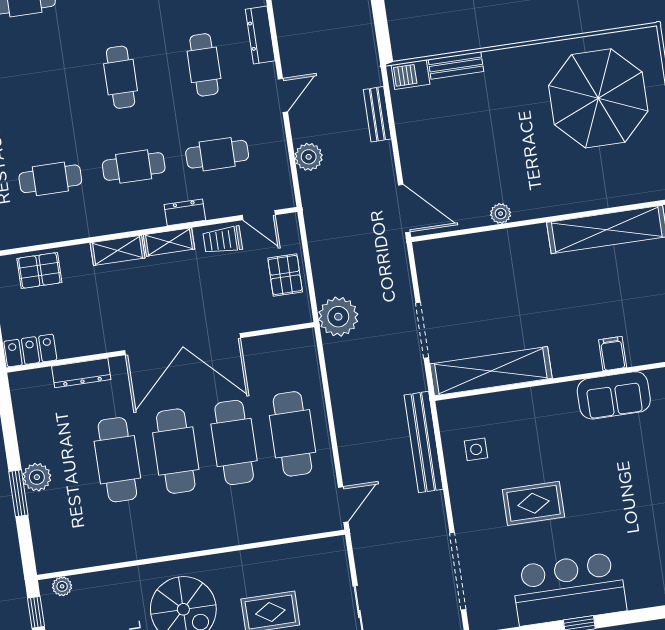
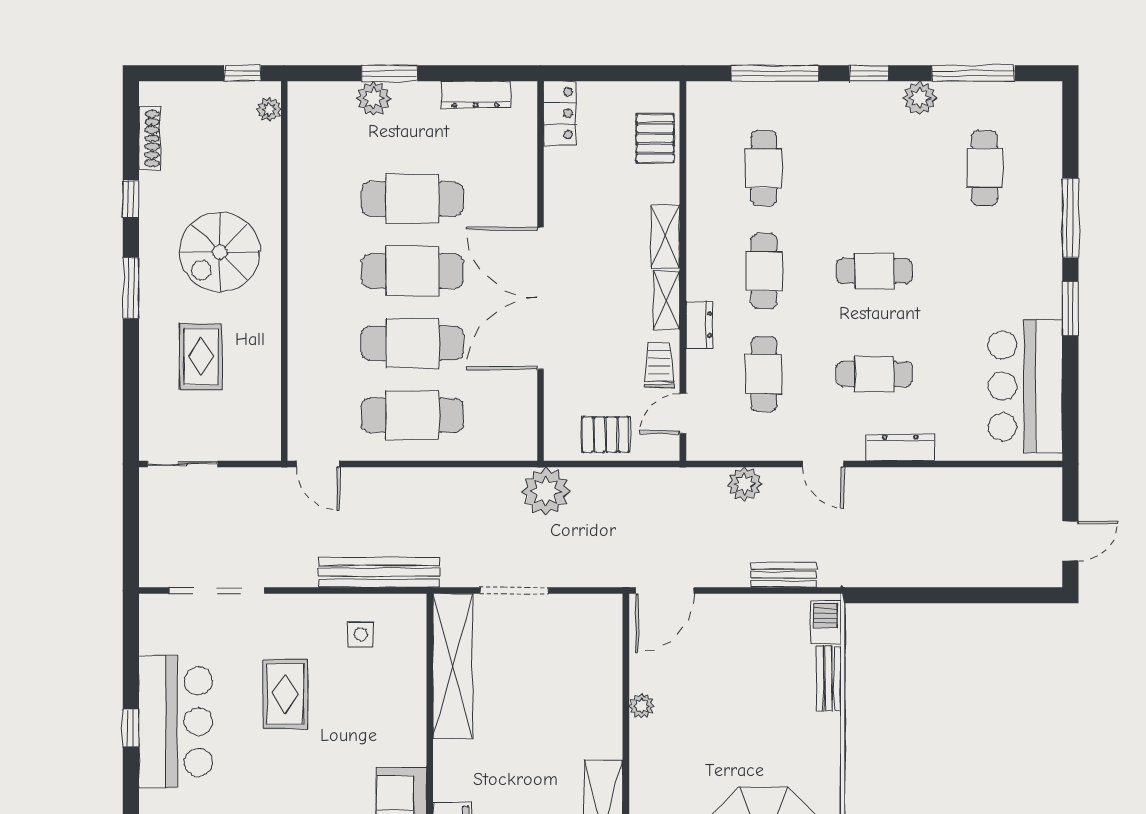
dresser: (81, 373) -> (476, 95), moved, turned -90
plant: (37, 477) -> (373, 98), moved

